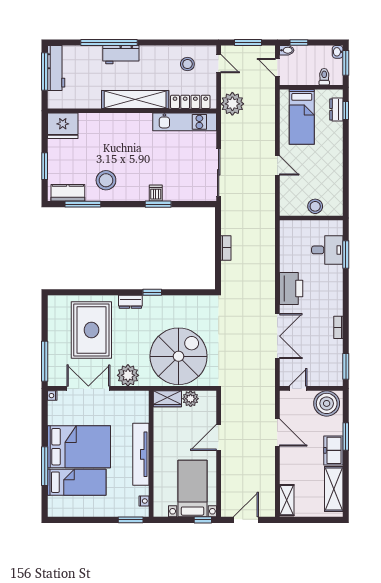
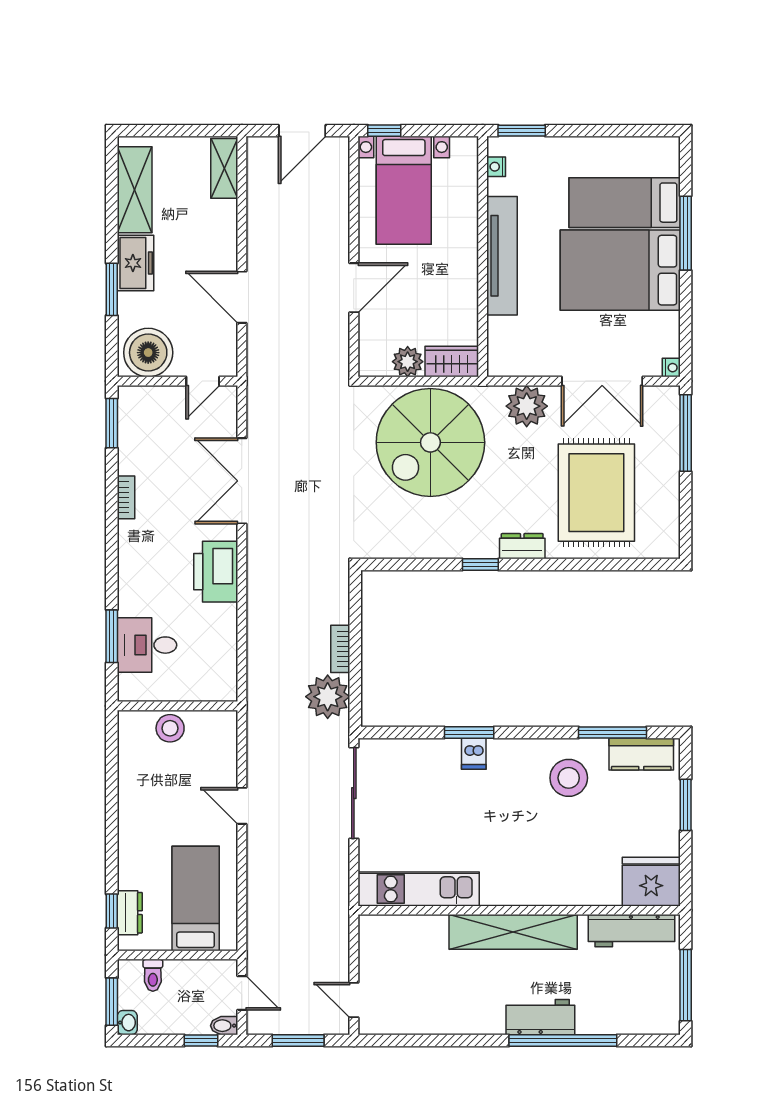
stool: (187, 64) -> (413, 999), removed
workbench: (56, 68) -> (631, 931), moved, turned -90
locker: (190, 102) -> (408, 927), removed
plant: (232, 104) -> (328, 697), moved

